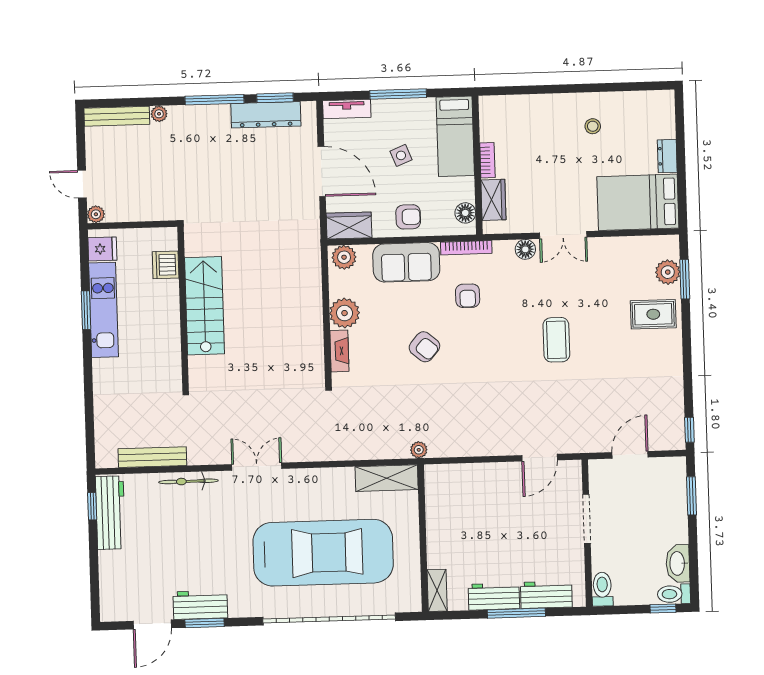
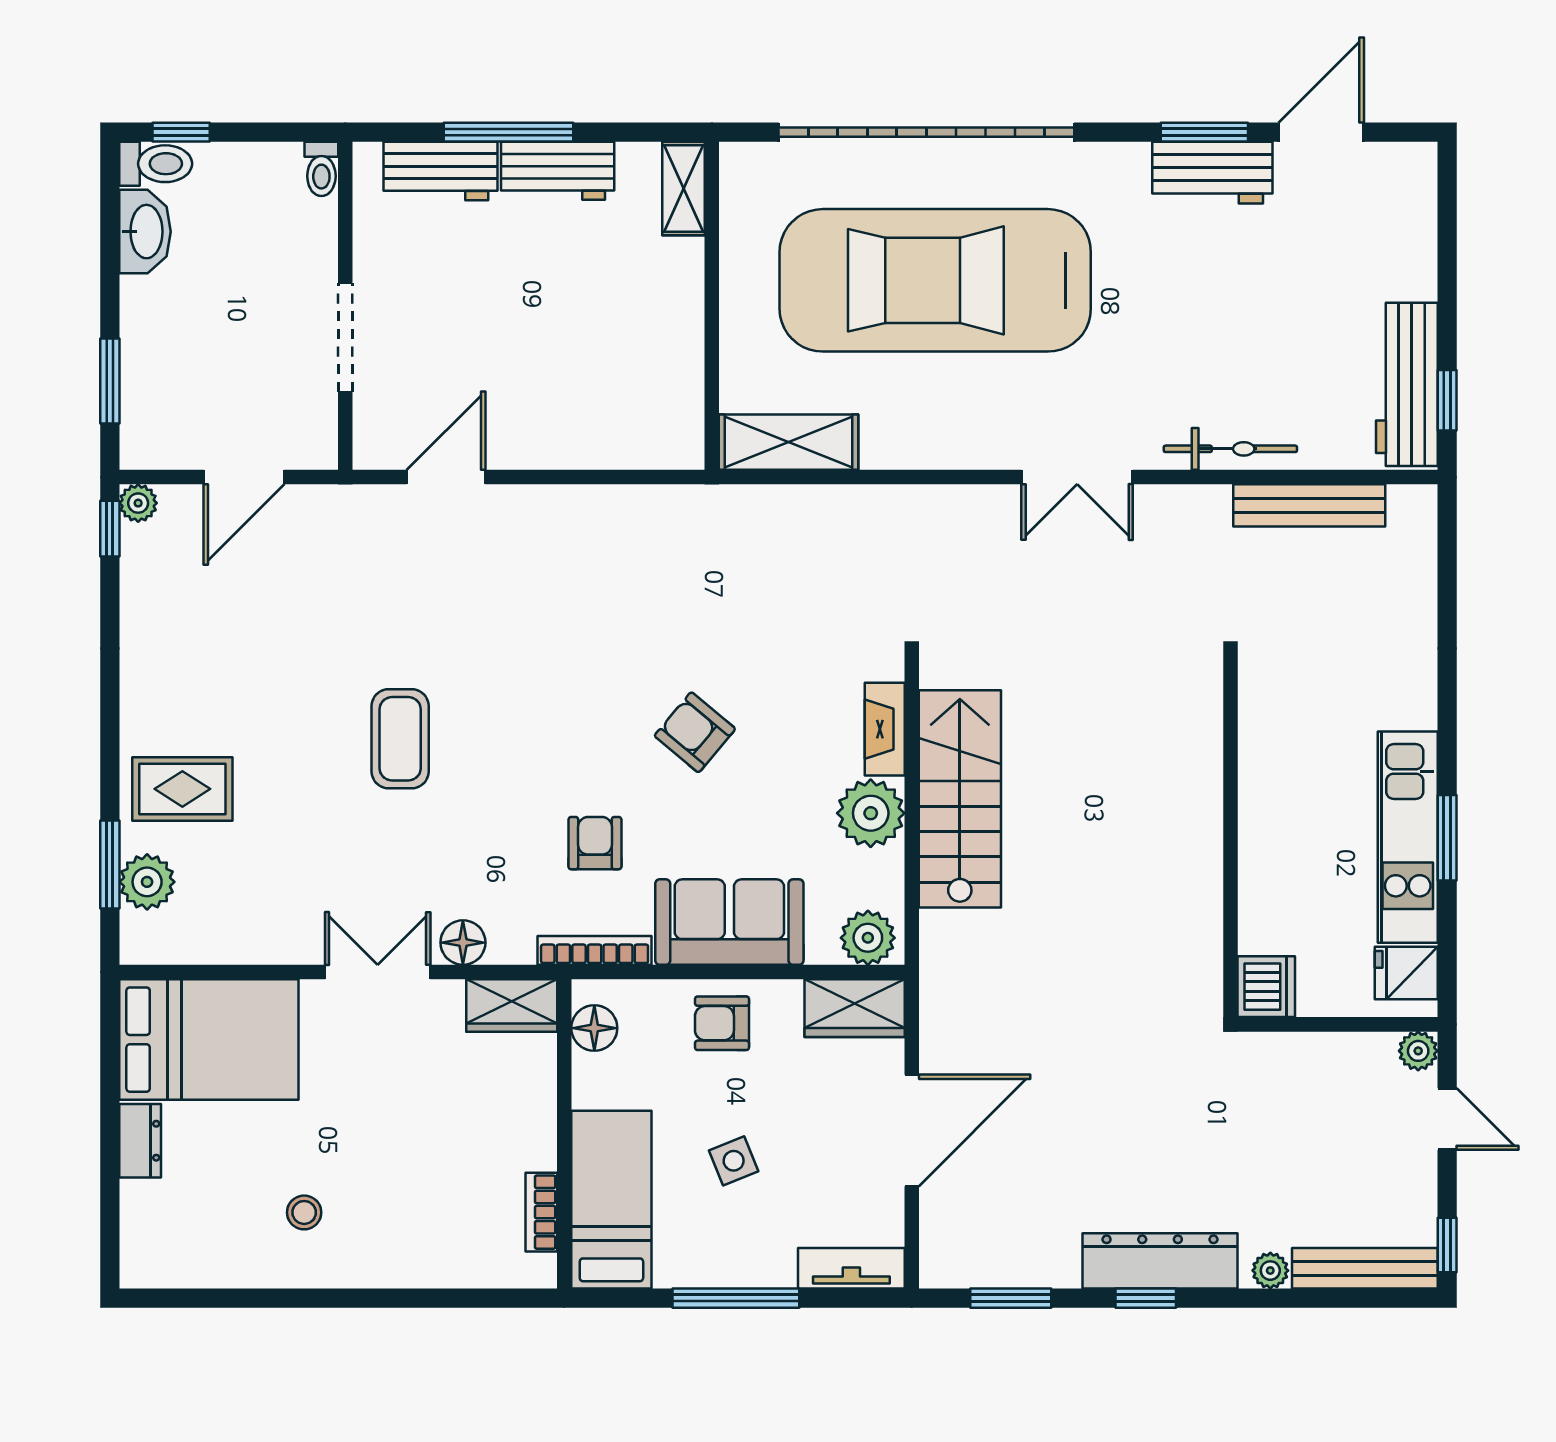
window: (214, 100) -> (1146, 1298), width x0.46
dresser: (266, 115) -> (1160, 1261), moved
window: (80, 128) -> (1447, 1245), added
bookcase: (487, 160) -> (541, 1212), moved
door: (322, 171) -> (912, 1130), swing flipped
wardrobe: (493, 200) -> (512, 1006), moved, turned -90
dishwasher: (166, 265) -> (1266, 987), moved
stairs: (205, 306) -> (960, 799), moved, turned 180
plant: (419, 450) -> (138, 503), moved
toilet: (602, 589) -> (321, 169), width x0.73, depth x0.72

